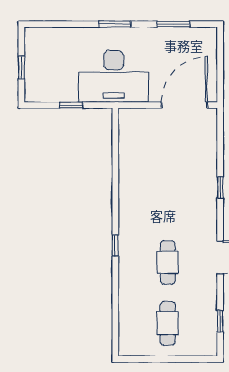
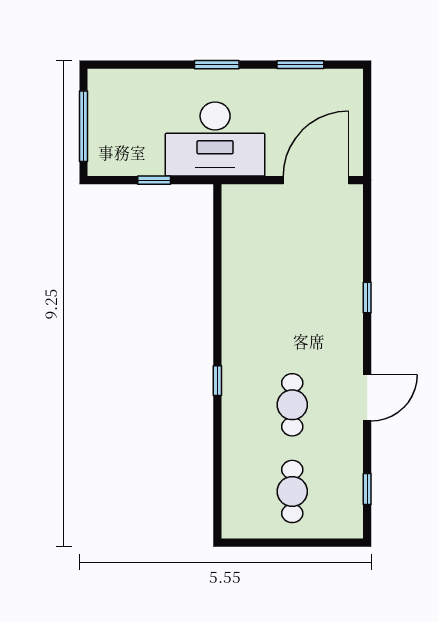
window: (21, 67) -> (83, 126), width x2.17

